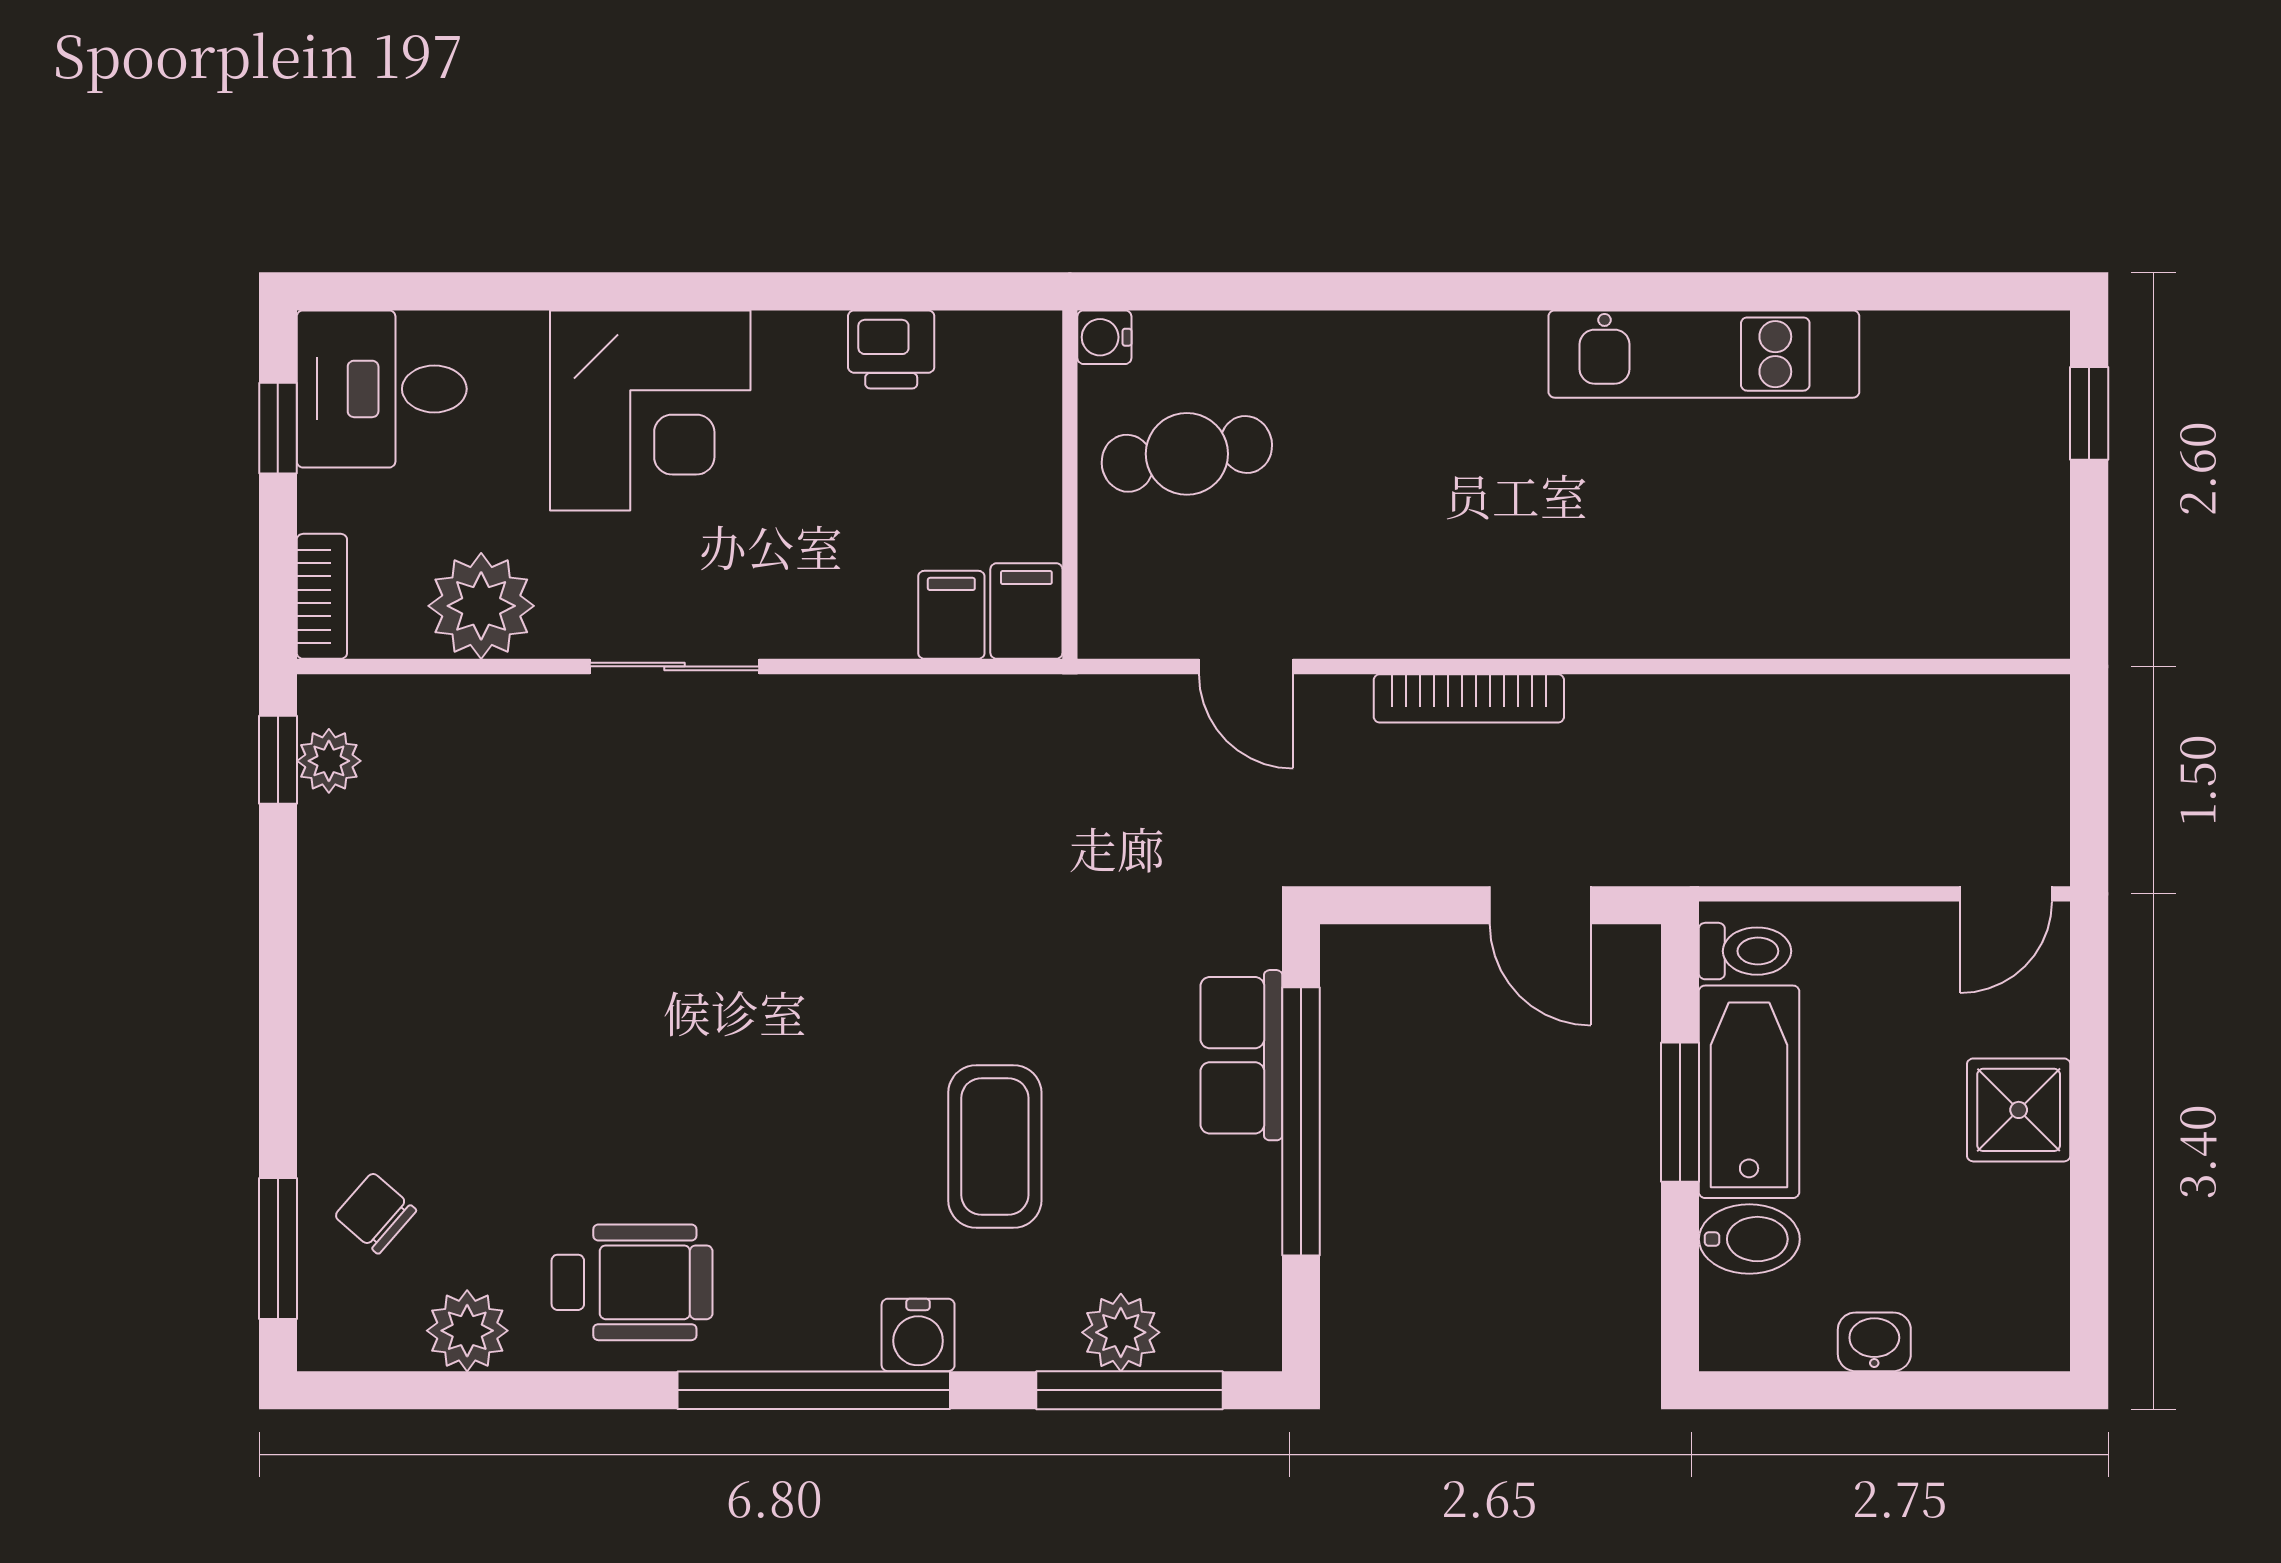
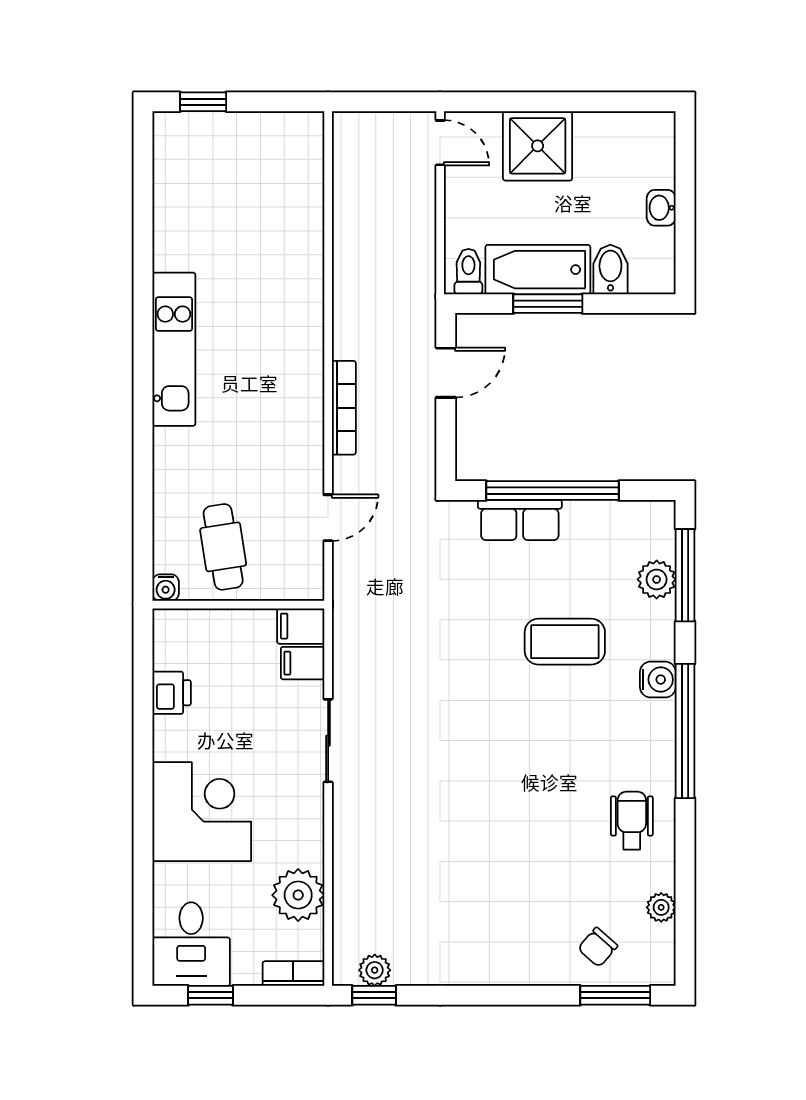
kitchen unit: (1704, 354) -> (174, 349), moved
sliding door: (674, 666) -> (328, 741), moved
shower: (2019, 1110) -> (538, 146), width x1.36, depth x1.36
wheelchair: (632, 1282) -> (632, 821), width x0.73, depth x0.73
plant: (467, 1331) -> (661, 907), width x0.73, depth x0.73

